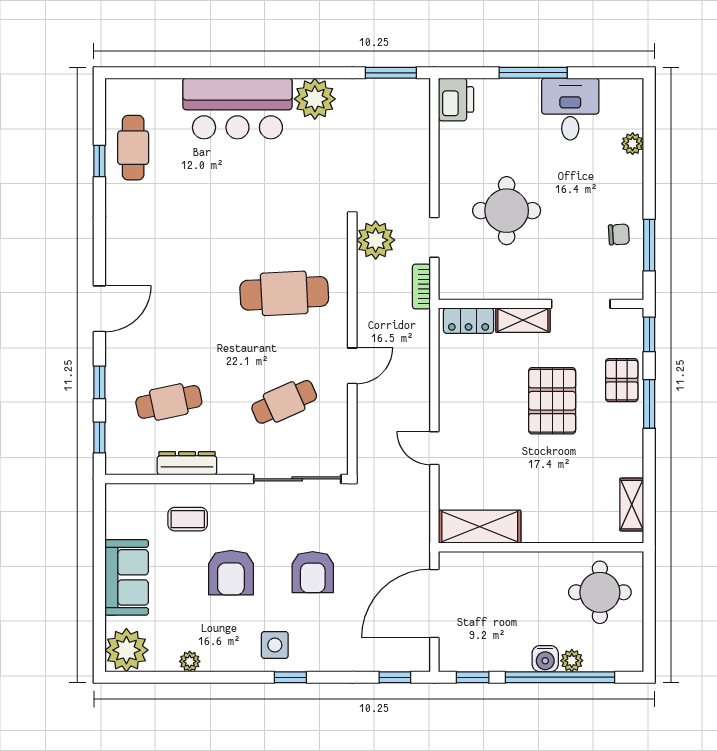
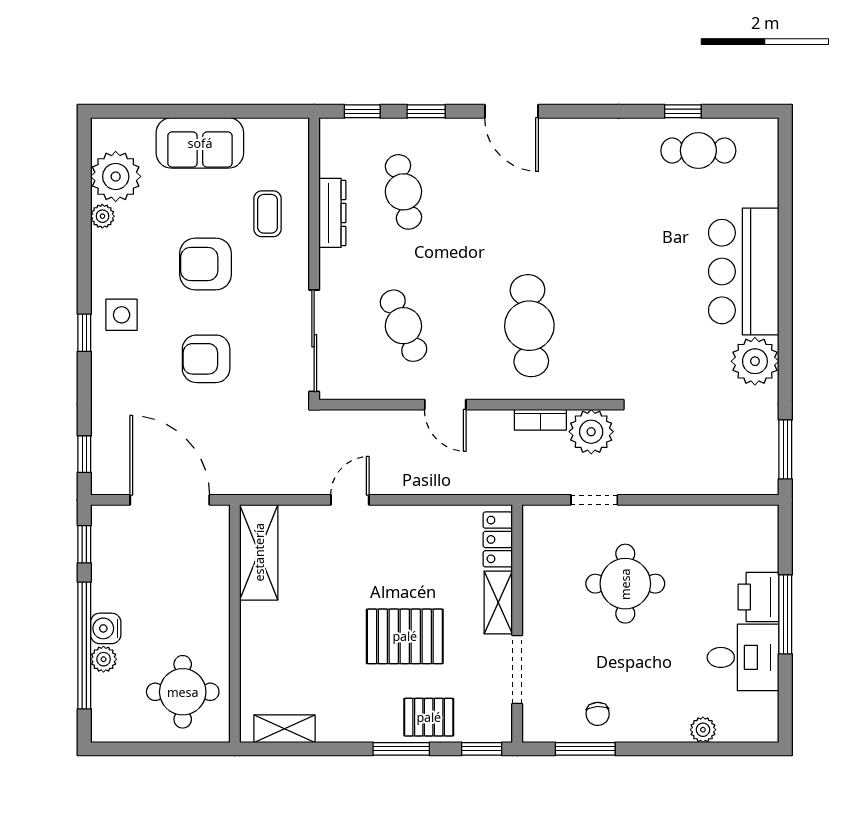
printer: (456, 99) -> (758, 597), moved, turned 90
bookcase: (421, 286) -> (540, 420), moved, turned 180
plant: (126, 650) -> (116, 176), moved

